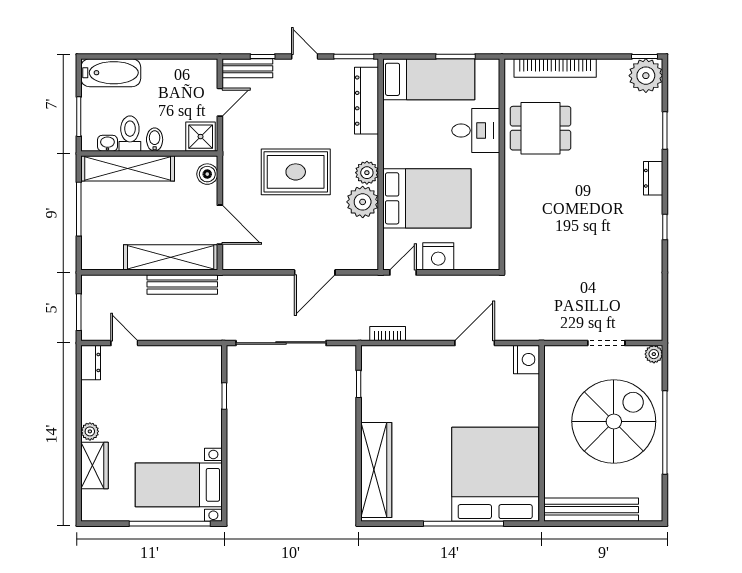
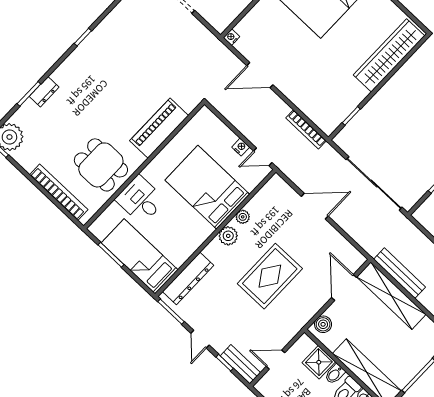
shower: (201, 137) -> (319, 362), moved
rug: (296, 172) -> (270, 276), turned 90
dresser: (653, 178) -> (44, 92), moved
plant: (363, 202) -> (243, 217), width x0.53, depth x0.53
piano: (520, 210) -> (159, 128), added
nightstand: (438, 256) -> (241, 147), width x0.53, depth x0.56
bookcase: (388, 334) -> (306, 129), width x1.56
nightstand: (527, 359) -> (231, 37), width x0.53, depth x0.56

